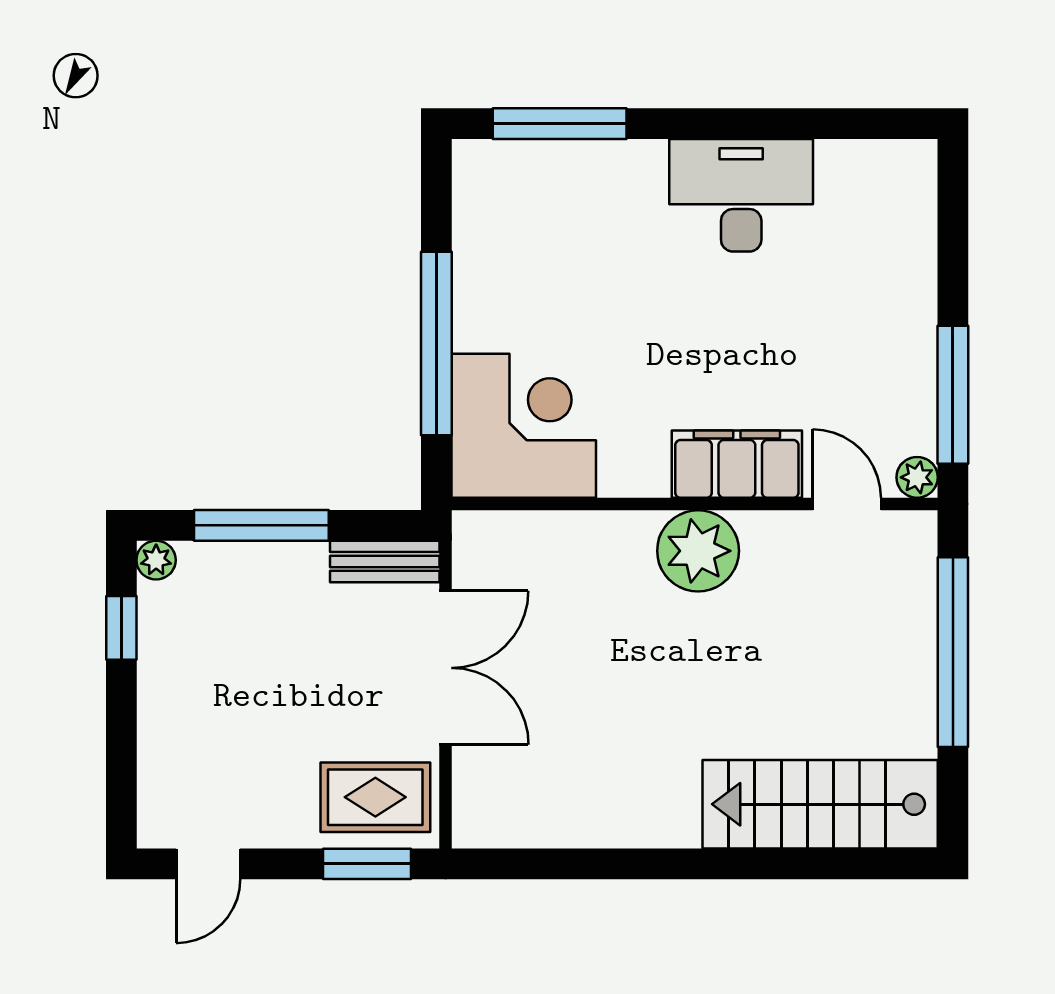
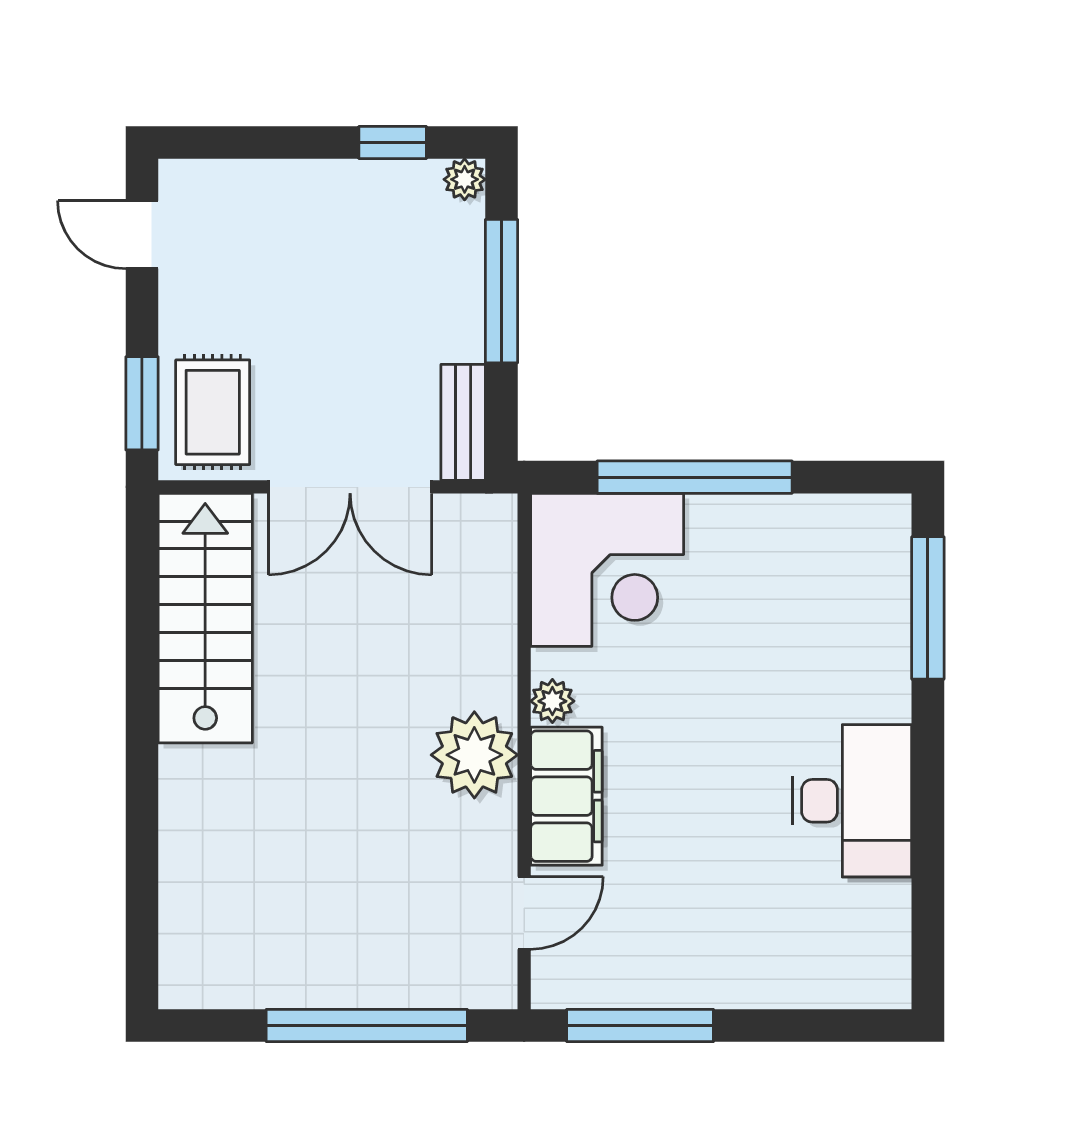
plant: (917, 477) -> (552, 701), moved
stairs: (820, 804) -> (205, 618), moved

